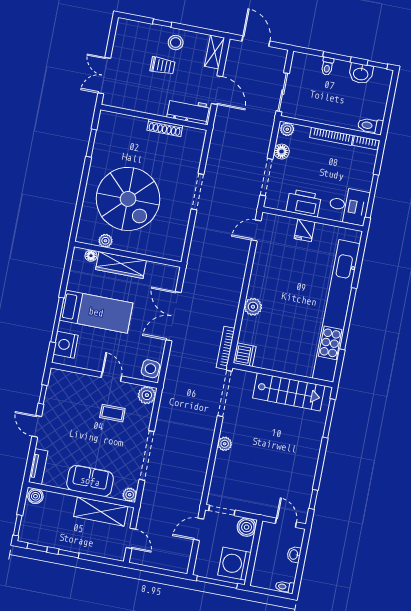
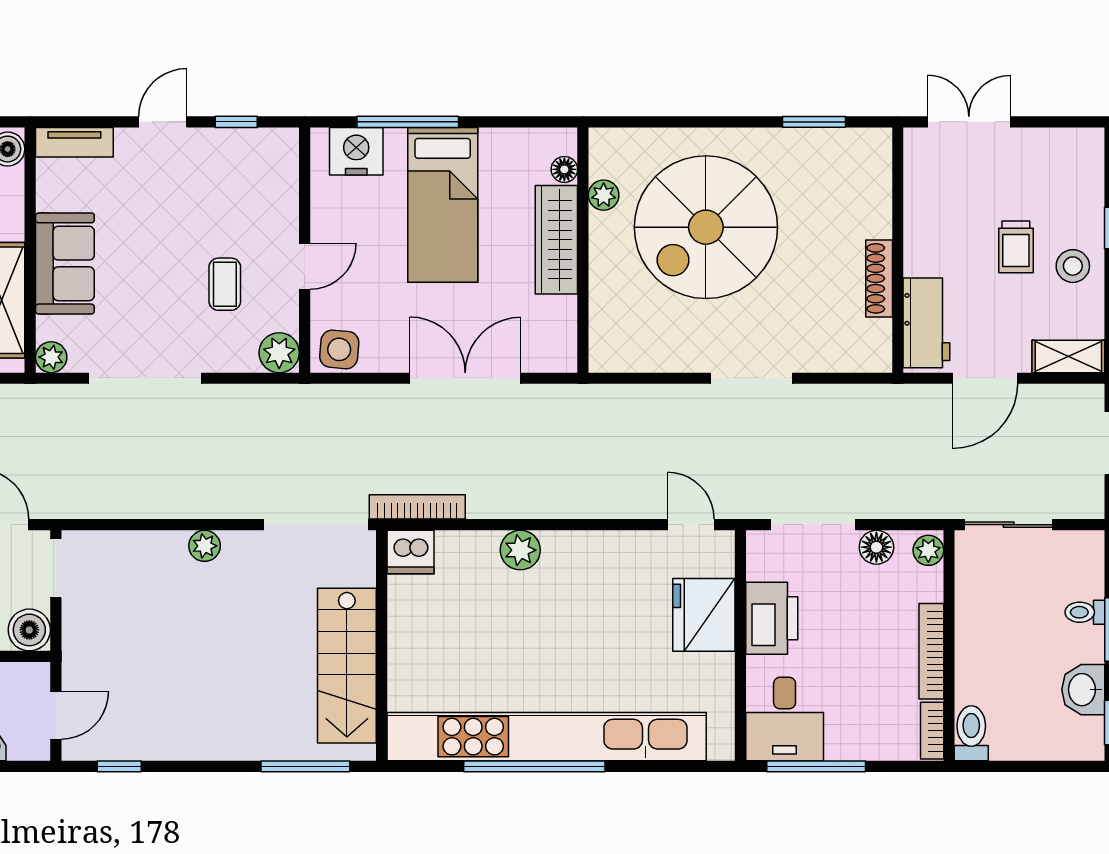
fridge: (305, 230) -> (704, 615), width x1.88, depth x1.34

